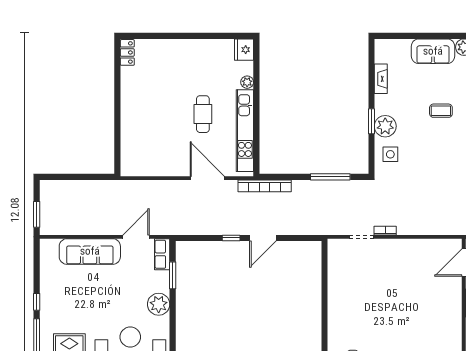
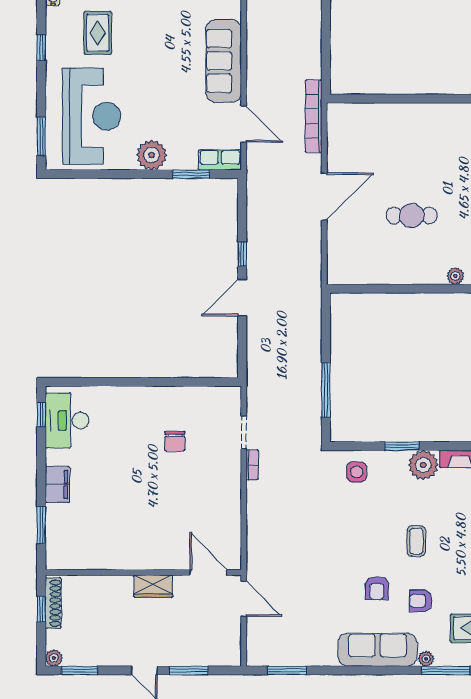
plant: (385, 126) -> (423, 465), moved
kitchen unit: (245, 131) -> (389, 273), removed
door: (207, 178) -> (324, 196), moved
bookcase: (265, 186) -> (314, 116), moved
door: (263, 238) -> (242, 298), hinge flipped
chair: (368, 287) -> (175, 441), added

